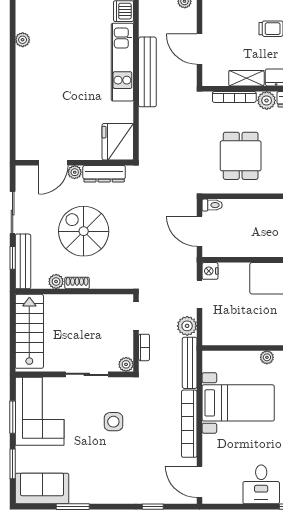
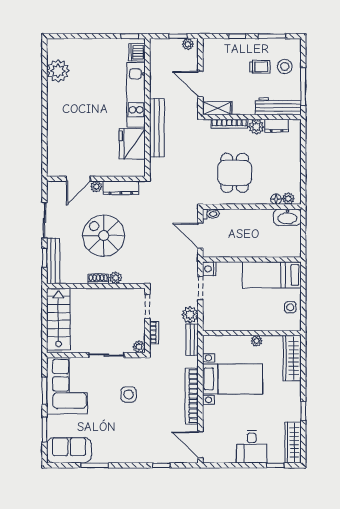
plant: (23, 40) -> (58, 71), width x1.87, depth x1.87
bench: (147, 72) -> (157, 128), moved
shelving: (246, 78) -> (217, 108), moved
fridge: (118, 142) -> (132, 144), moved
plant: (56, 281) -> (116, 278), moved
bench: (190, 363) -> (192, 340), width x0.73

